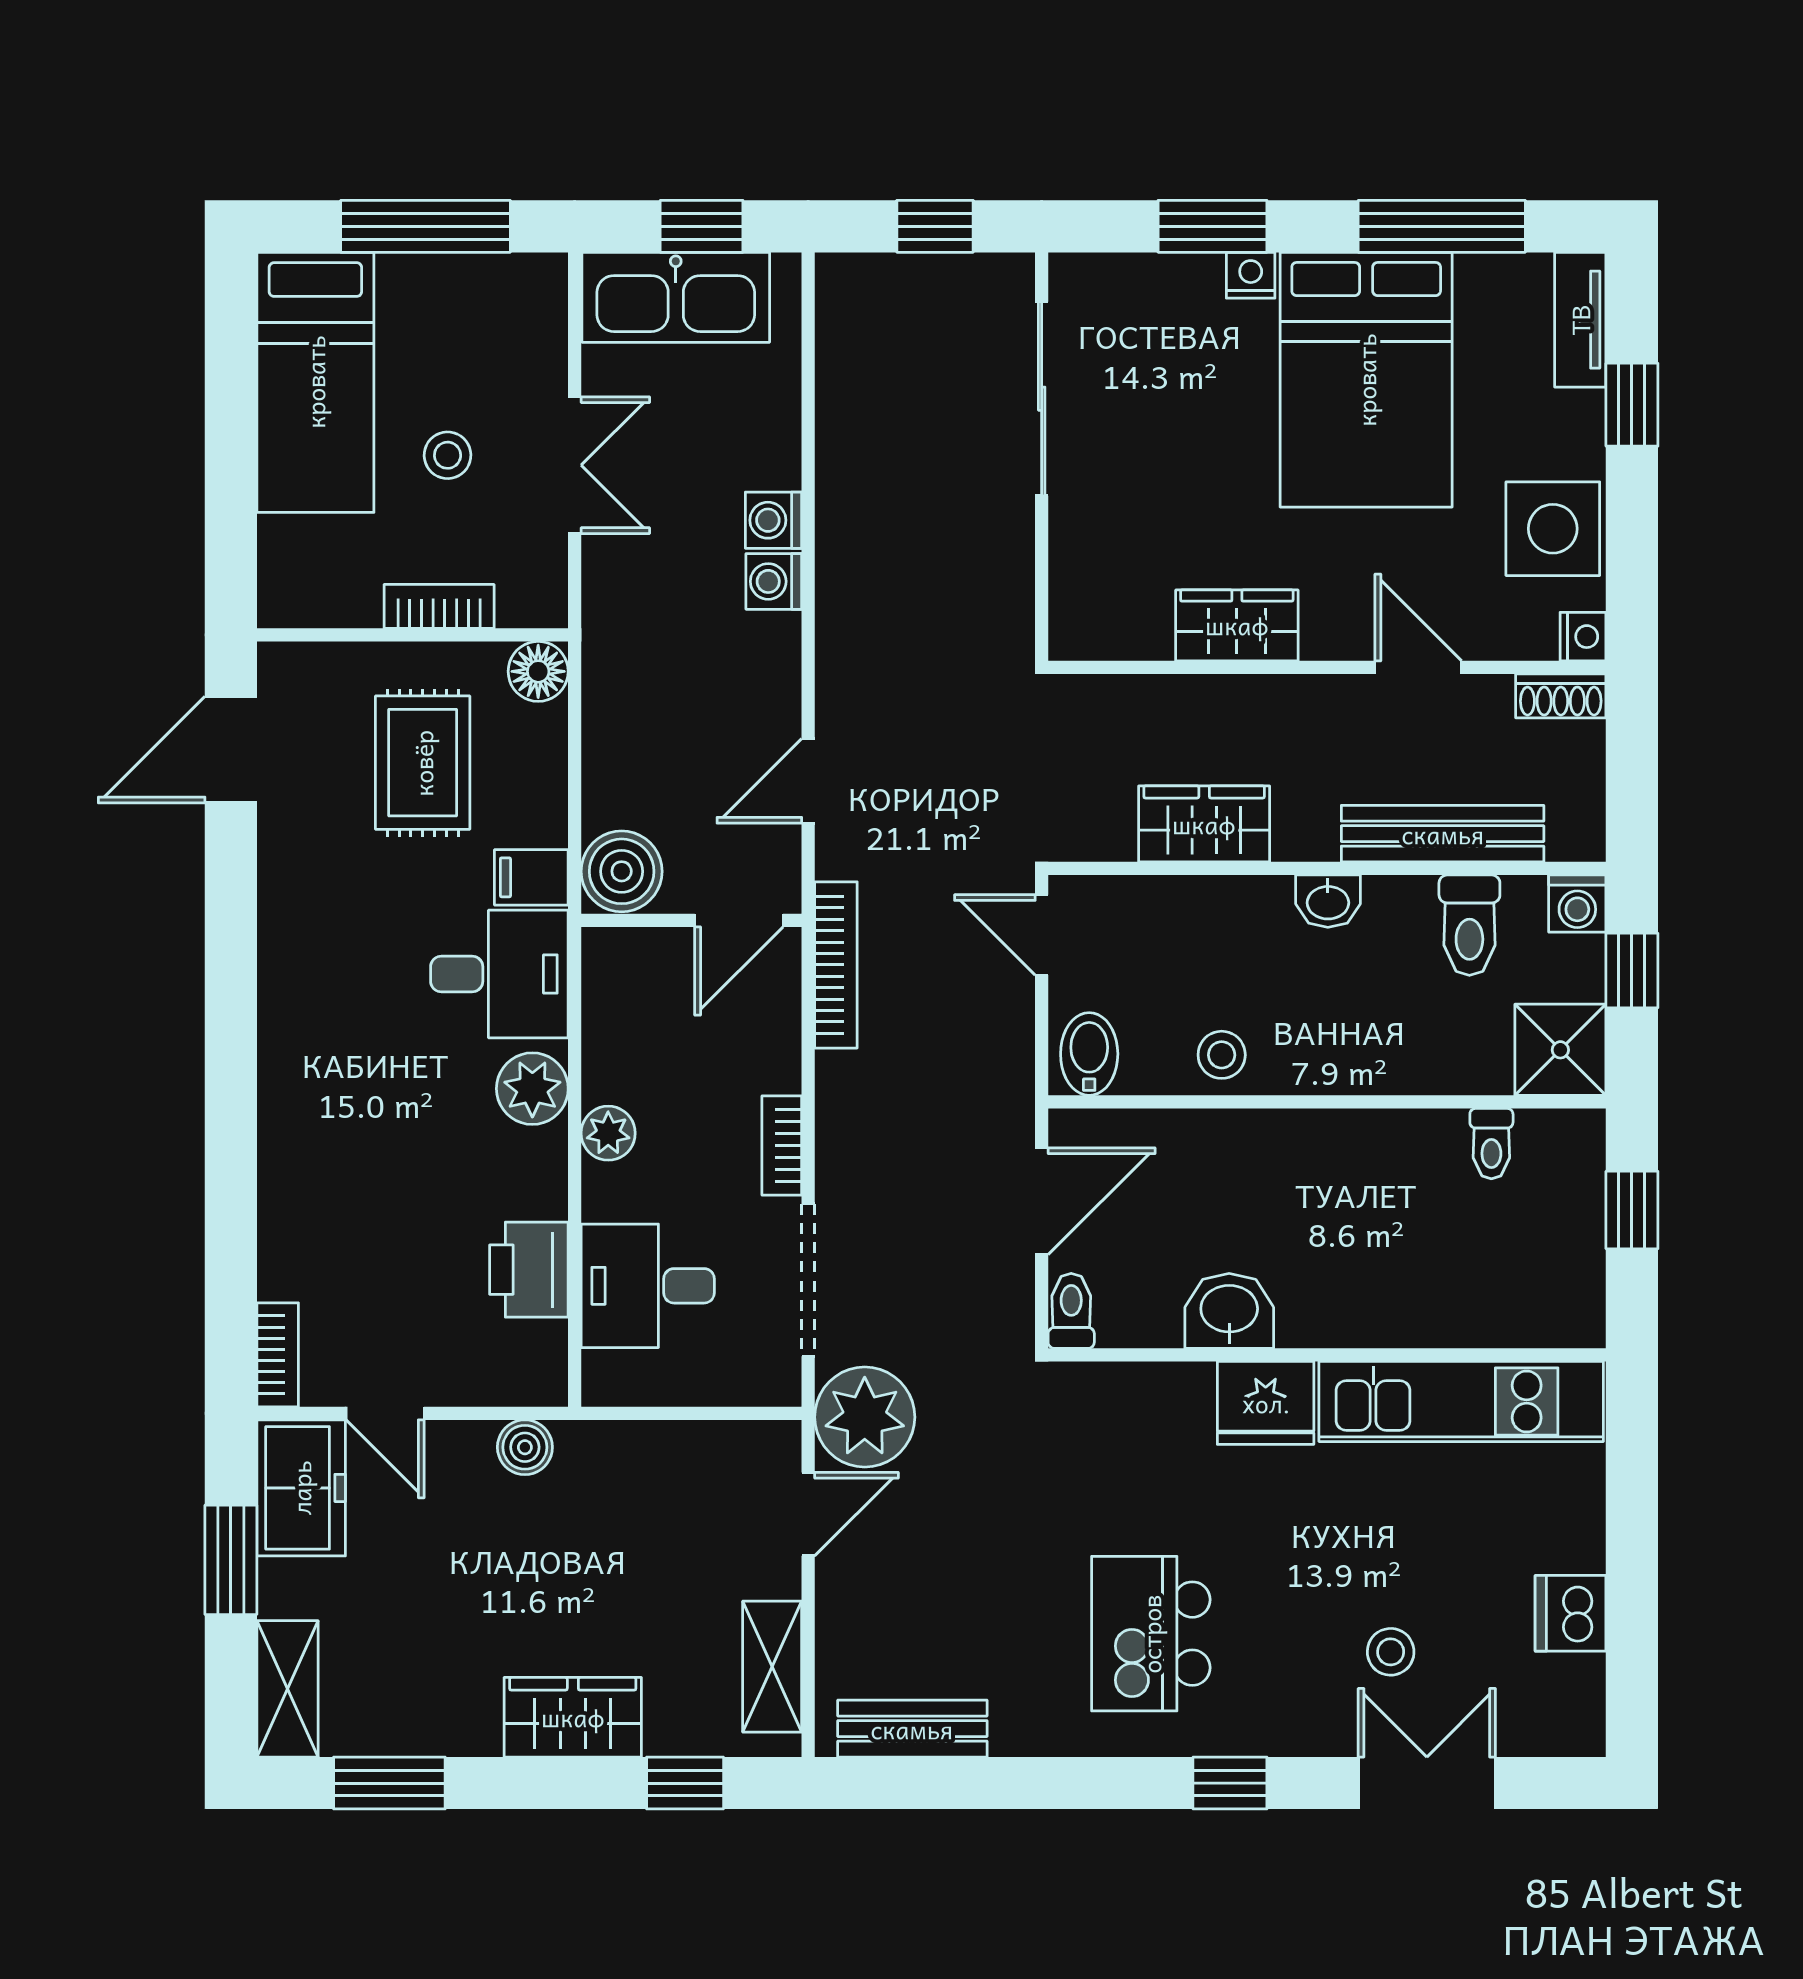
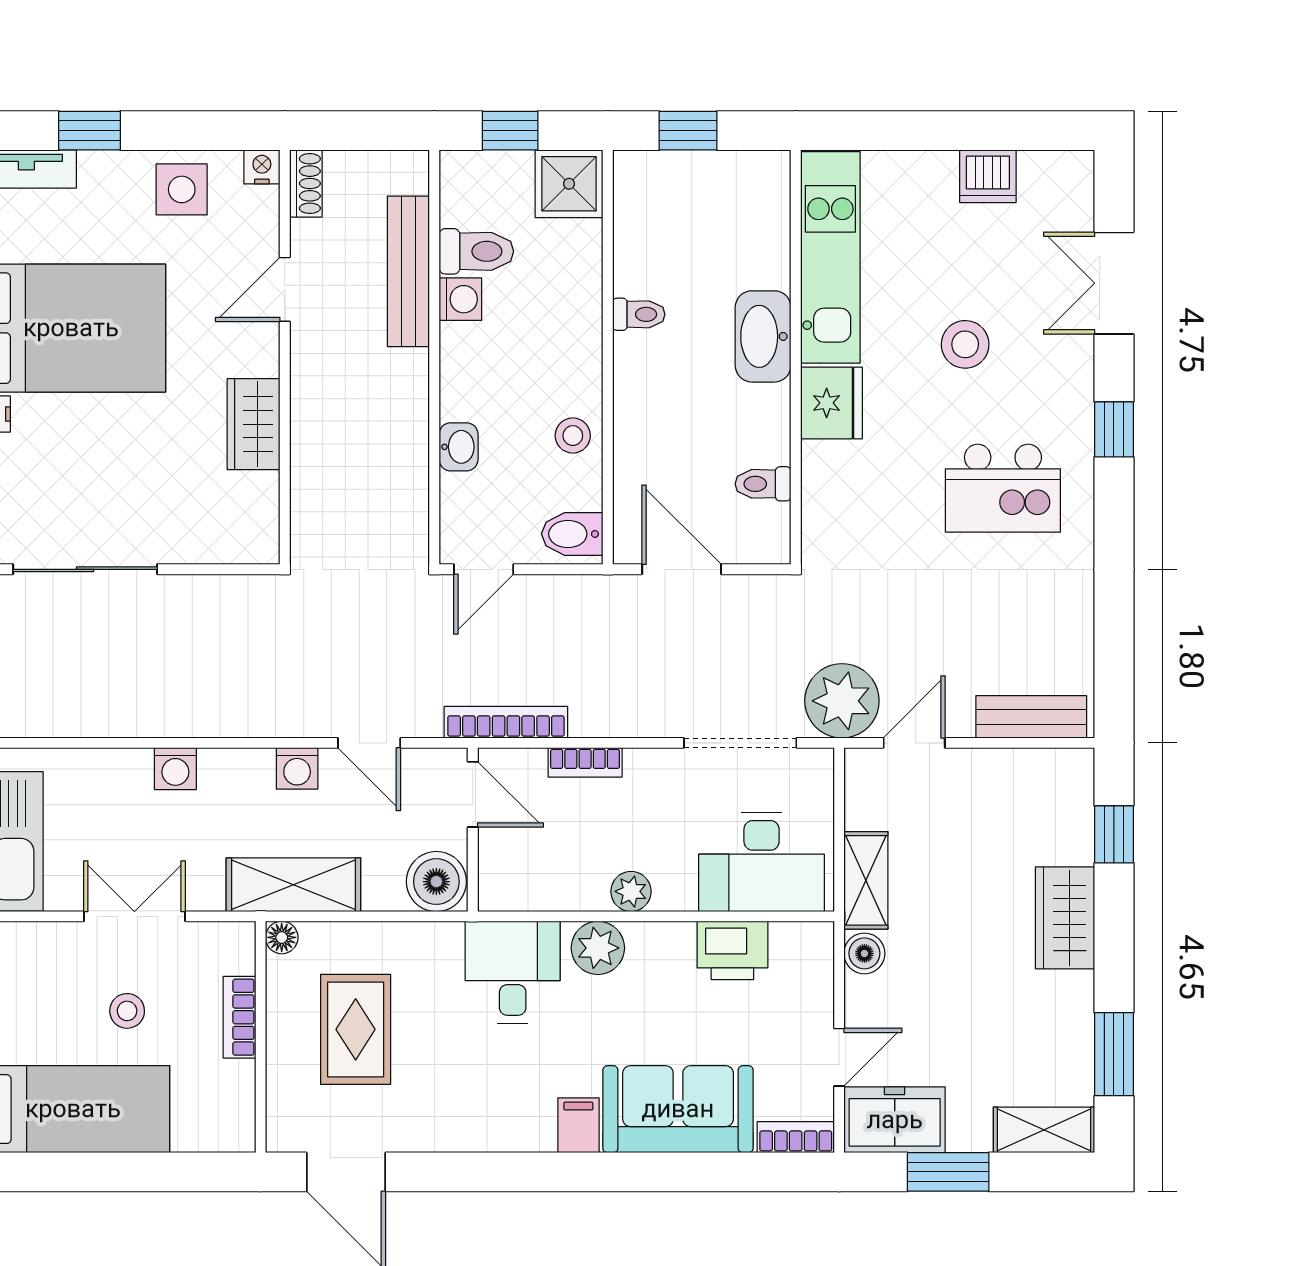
side table: (1553, 529) -> (182, 189), width x0.73, depth x0.73
washing machine: (774, 581) -> (297, 768), moved
floor lamp: (538, 671) -> (282, 937), width x0.73, depth x0.73
shelving: (617, 679) -> (293, 885), added
rug: (423, 763) -> (356, 1029), turned 90
wardrobe: (1204, 824) -> (401, 449), removed
filing cabinet: (531, 877) -> (578, 1125), moved, turned 180
washbasin: (1328, 901) -> (459, 447), moved
washing machine: (1577, 904) -> (460, 299), moved
toilet: (1491, 1144) -> (639, 314), moved
bookcase: (782, 1145) -> (585, 762), moved
sofa: (315, 1196) -> (678, 1109), added
desk: (648, 1286) -> (762, 862), width x1.37
toilet: (1071, 1311) -> (763, 484), moved
washbasin: (1229, 1311) -> (763, 336), moved, width x1.38
door: (808, 1514) -> (914, 743), hinge flipped
stool: (1391, 1652) -> (965, 344), moved, width x1.37, depth x1.37
shelving: (772, 1667) -> (866, 880), moved, turned 90
bench: (912, 1729) -> (1031, 717), moved, turned 90

